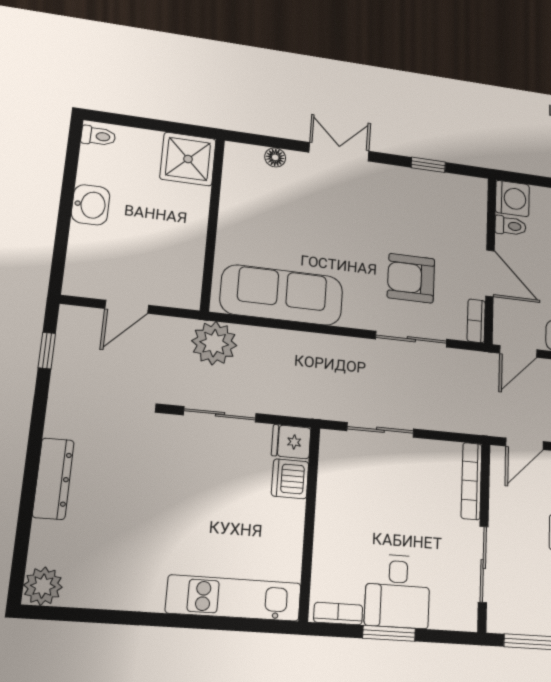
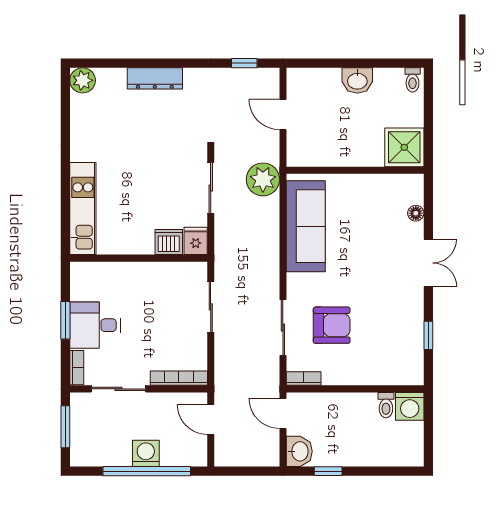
door: (490, 273) -> (344, 389), removed
armchair: (411, 278) -> (332, 325), turned 90
bookcase: (338, 614) -> (77, 368), moved

